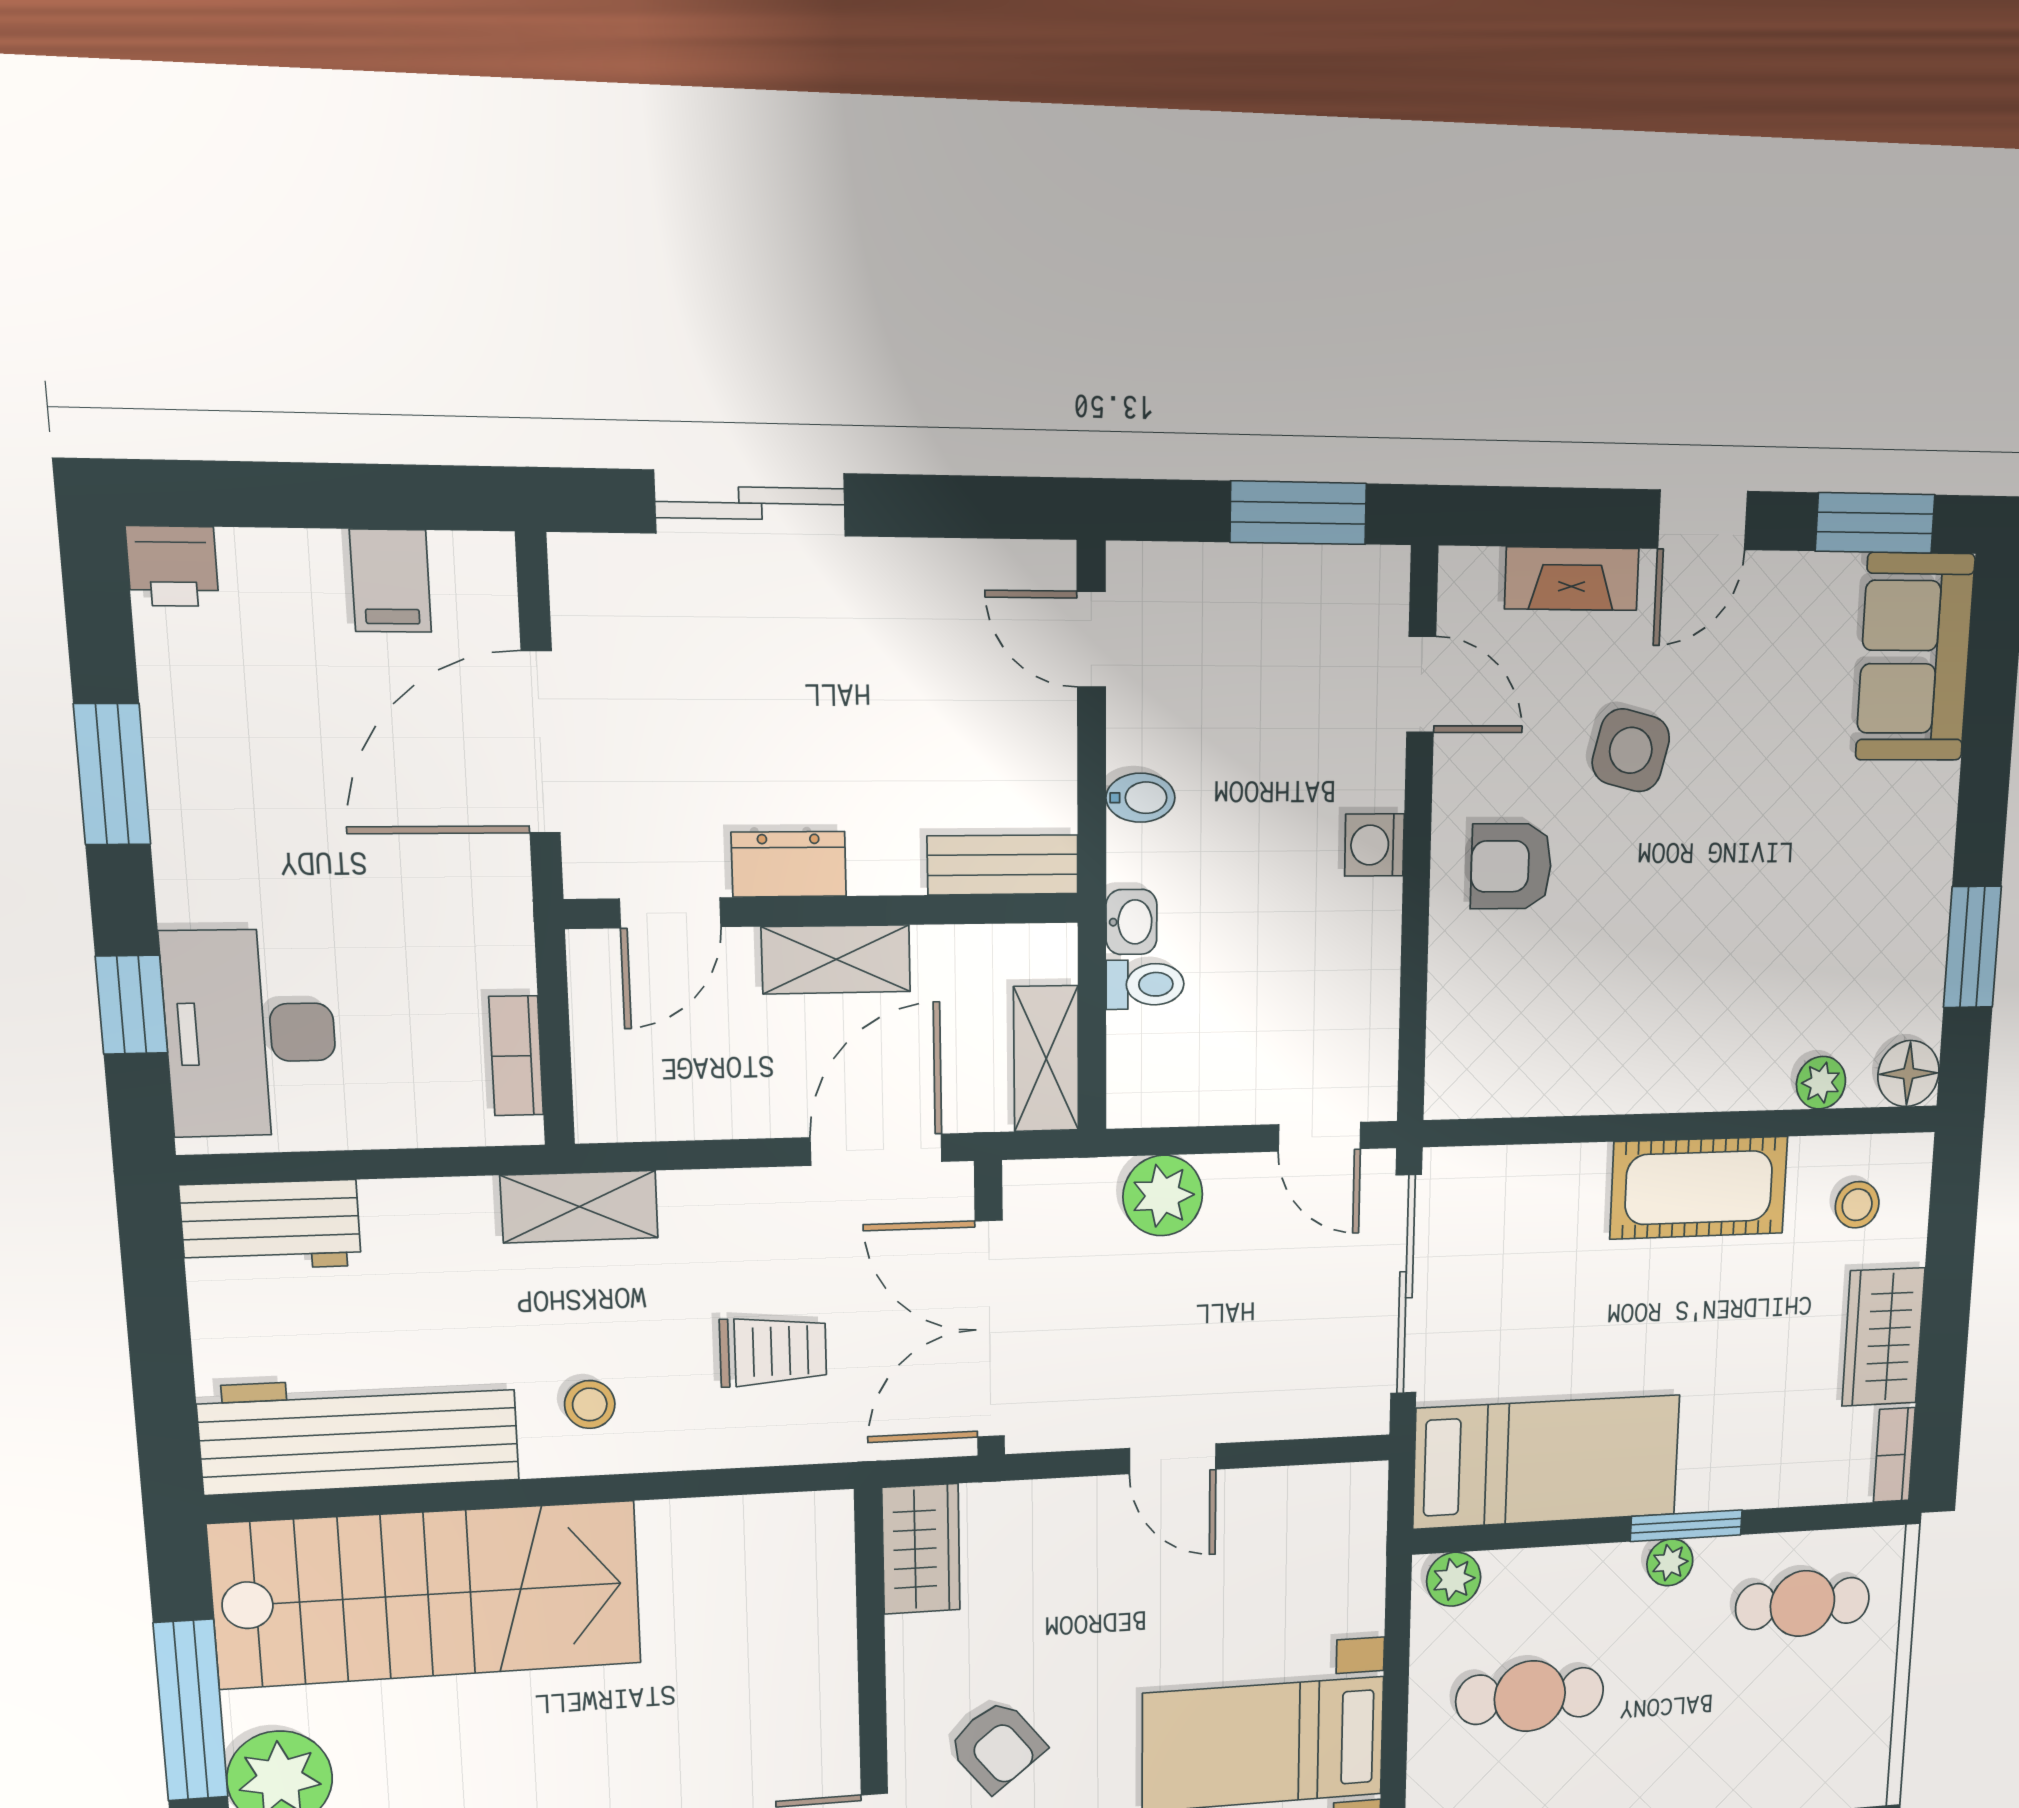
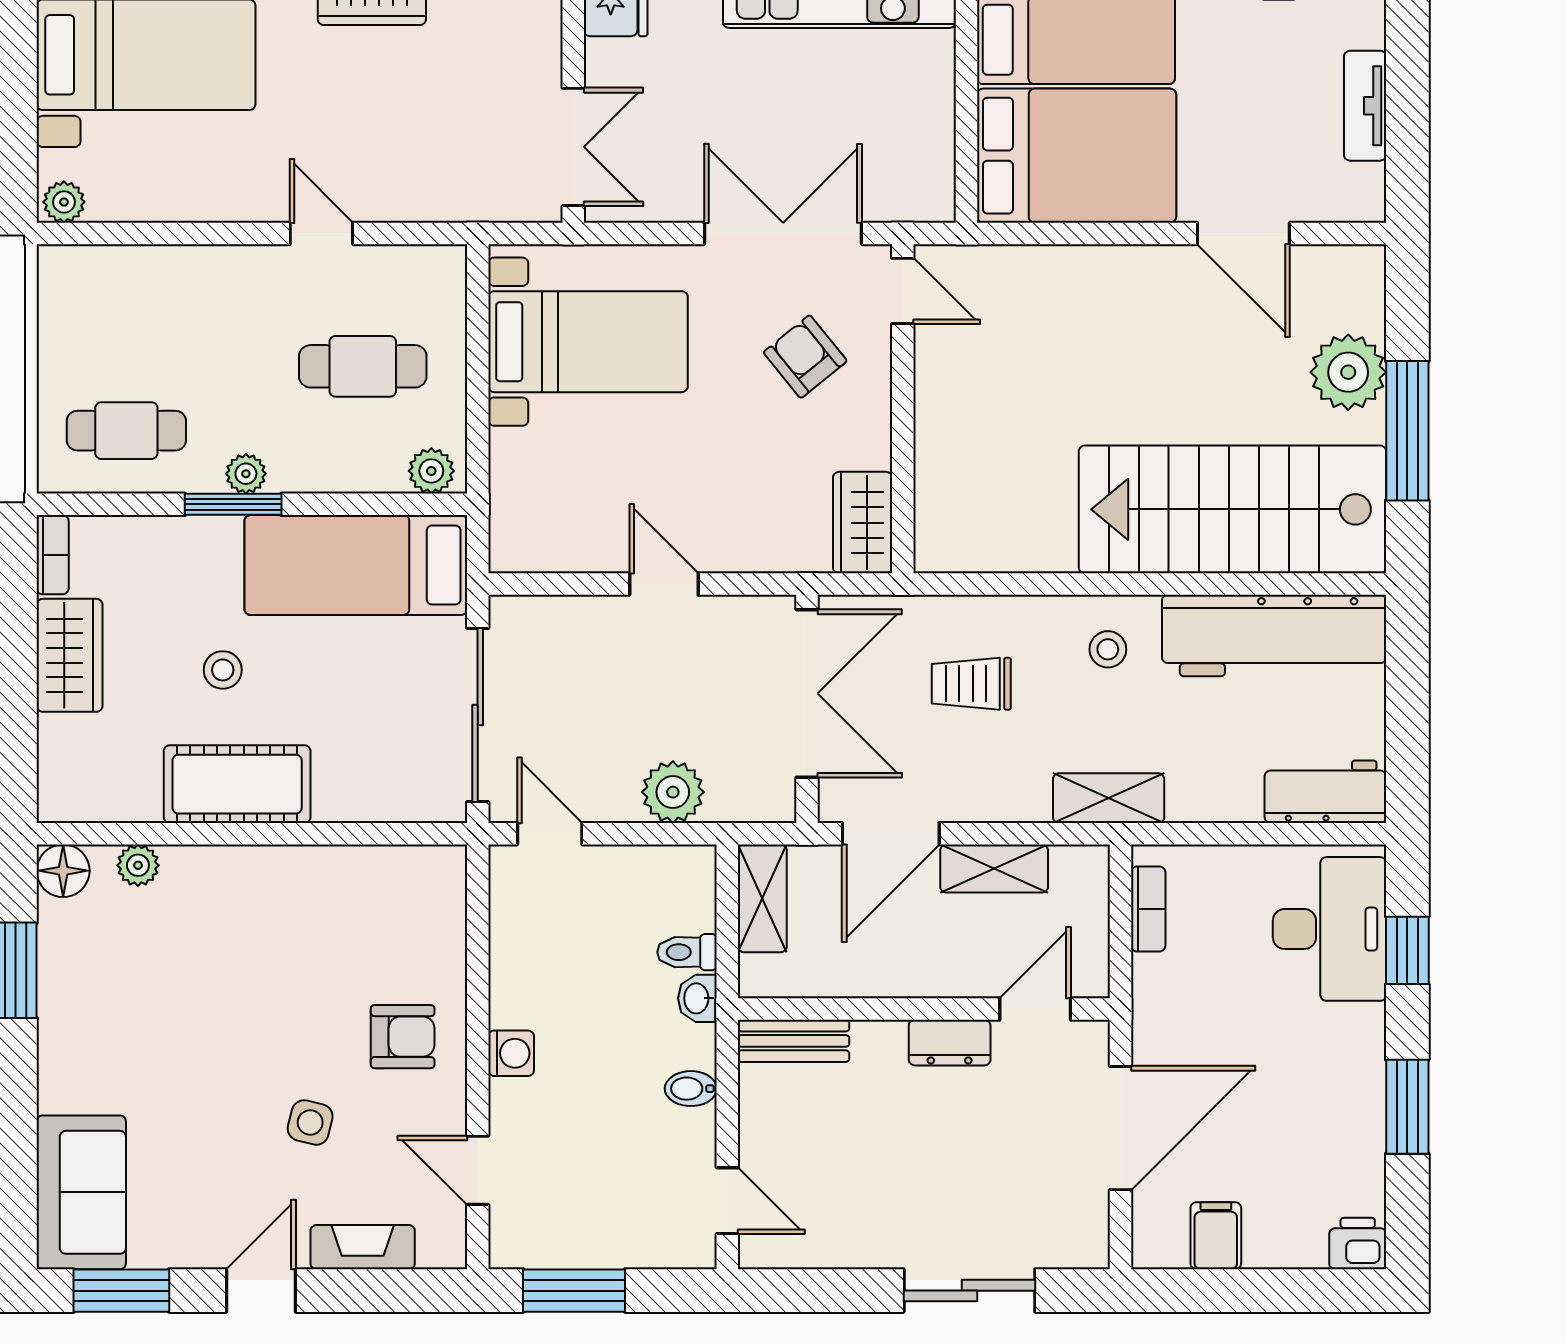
side table: (1631, 750) -> (310, 1122), width x0.73, depth x0.73
shelving: (836, 959) -> (994, 869), moved
stool: (1857, 1205) -> (223, 670), moved

